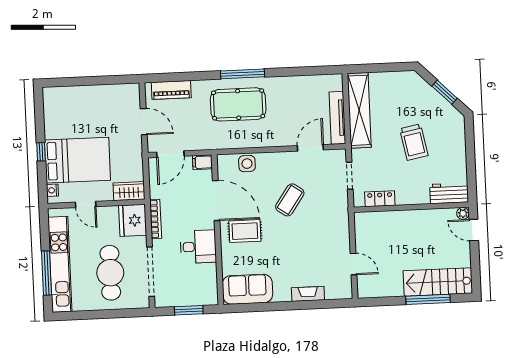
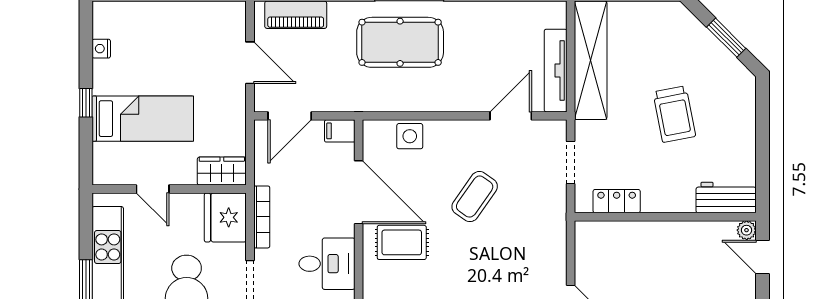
bed: (77, 160) -> (143, 119), width x0.67
nightstand: (52, 190) -> (101, 49), moved

